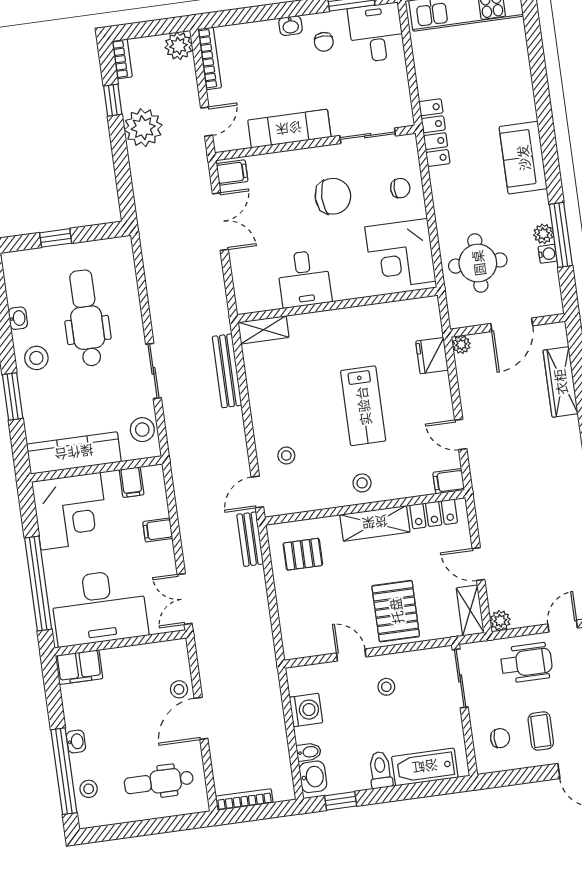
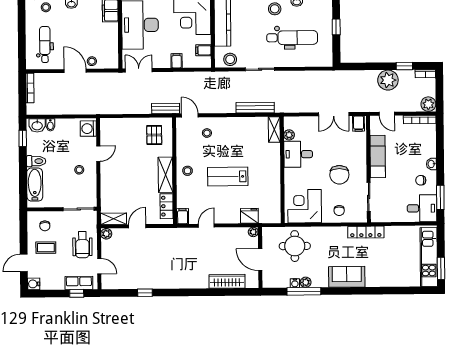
plant: (270, 301) -> (289, 135), added
pallet: (396, 611) -> (118, 180), removed
washing machine: (306, 710) -> (88, 129), moved, turned 90

